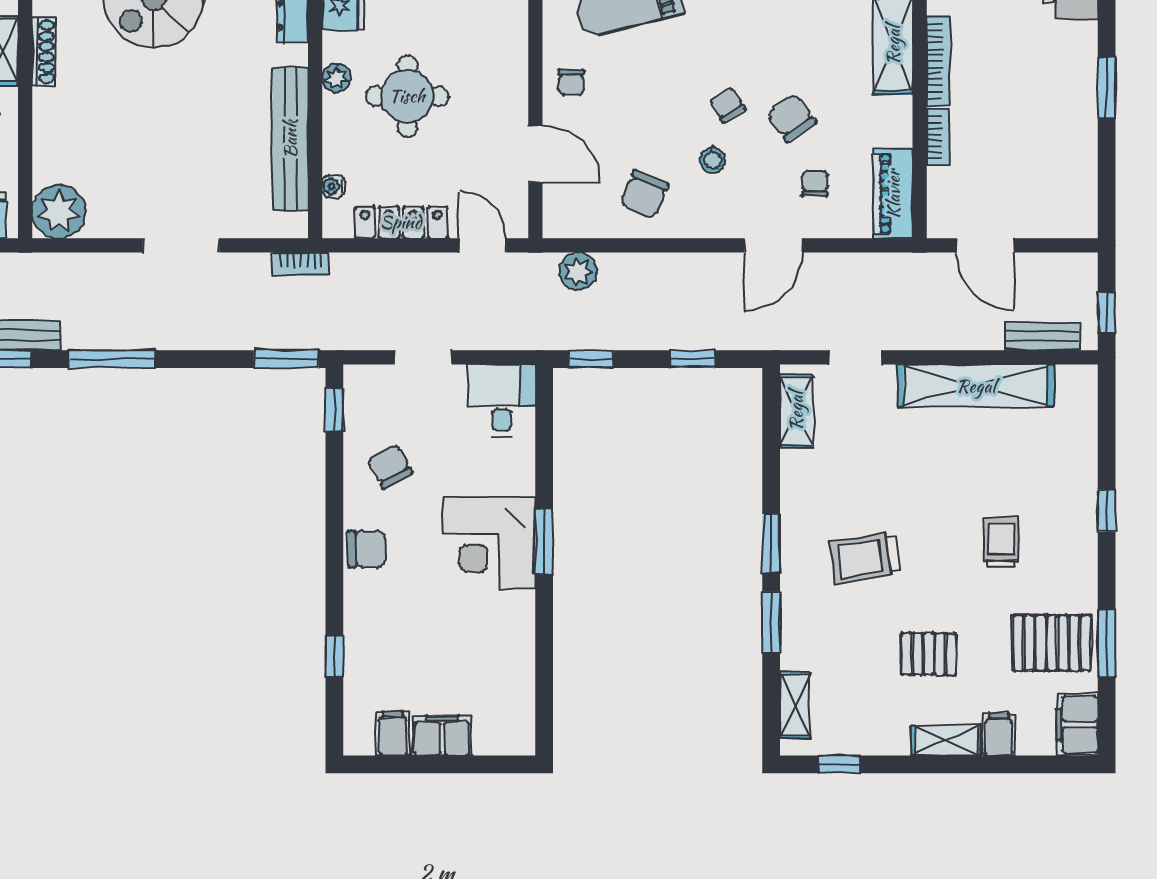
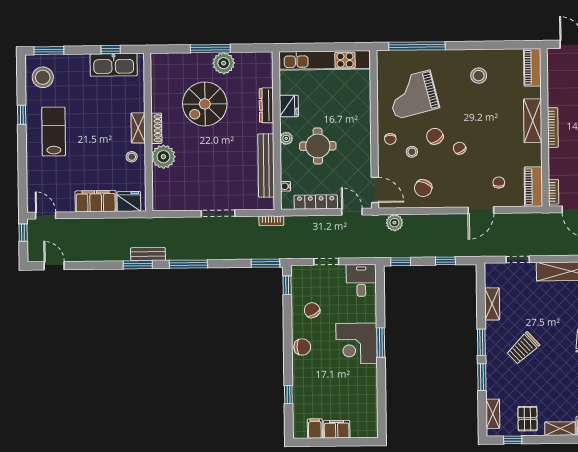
chair: (792, 118) -> (435, 136), moved
bookcase: (938, 137) -> (554, 192), moved
door: (535, 154) -> (375, 190), moved
stool: (713, 160) -> (412, 152), moved
plant: (59, 212) -> (163, 157), moved
shelving: (796, 411) -> (492, 304), moved
trolley: (865, 558) -> (523, 348), turned -35
pallet: (929, 654) -> (528, 419), moved, turned 90

